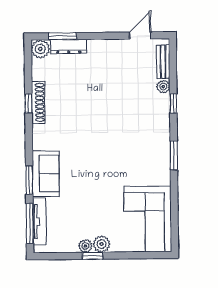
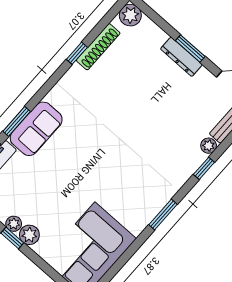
window: (62, 36) -> (190, 48), moved
dresser: (69, 46) -> (181, 57), moved
shoe rack: (38, 102) -> (98, 47), moved

